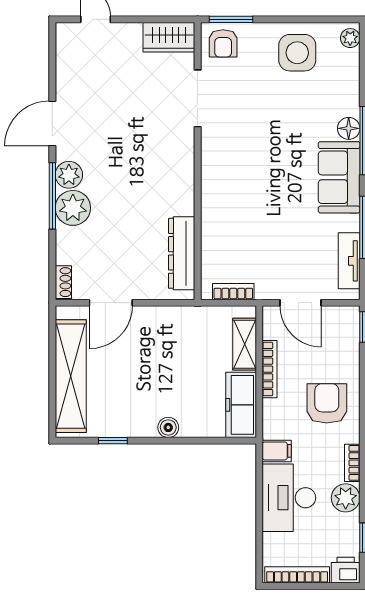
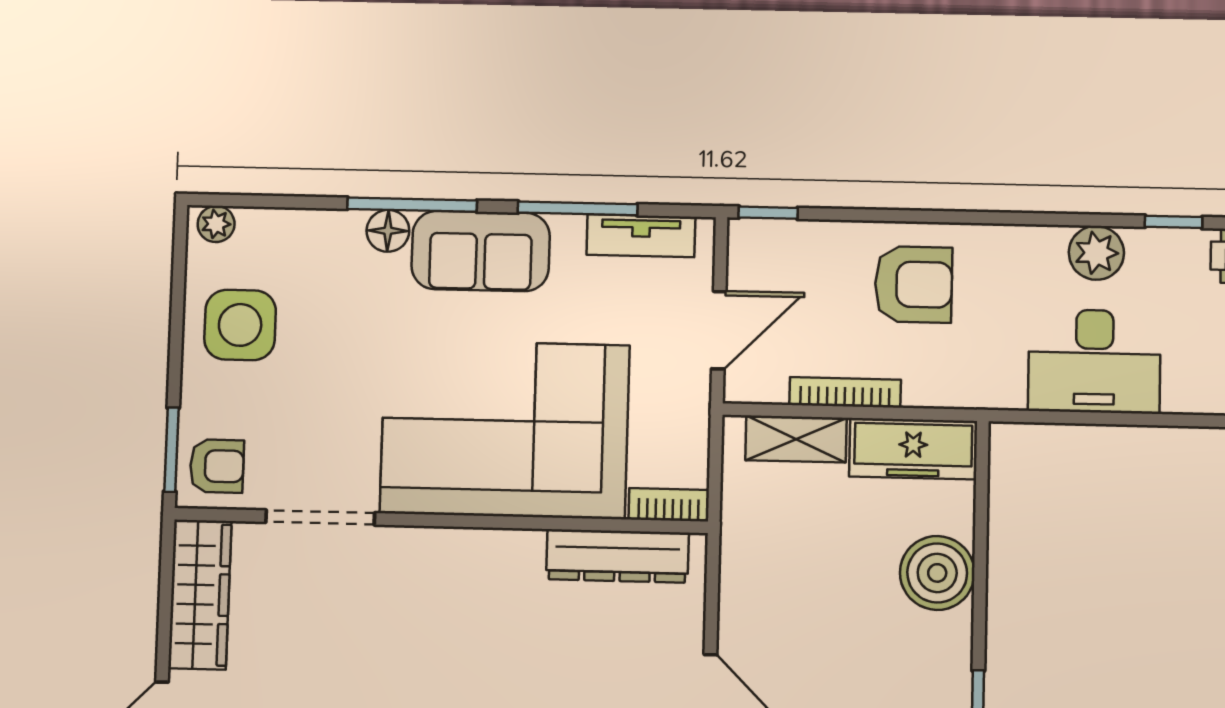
wardrobe: (169, 37) -> (200, 595), width x1.50
corner sofa: (246, 193) -> (505, 429), added
bookcase: (233, 292) -> (669, 505), moved, turned 90
armchair: (327, 403) -> (913, 284), turned 180
boiler: (168, 427) -> (937, 573), width x1.86, depth x1.86
filing cabinet: (277, 451) -> (1003, 382), removed
bookcase: (352, 463) -> (1029, 239), removed

